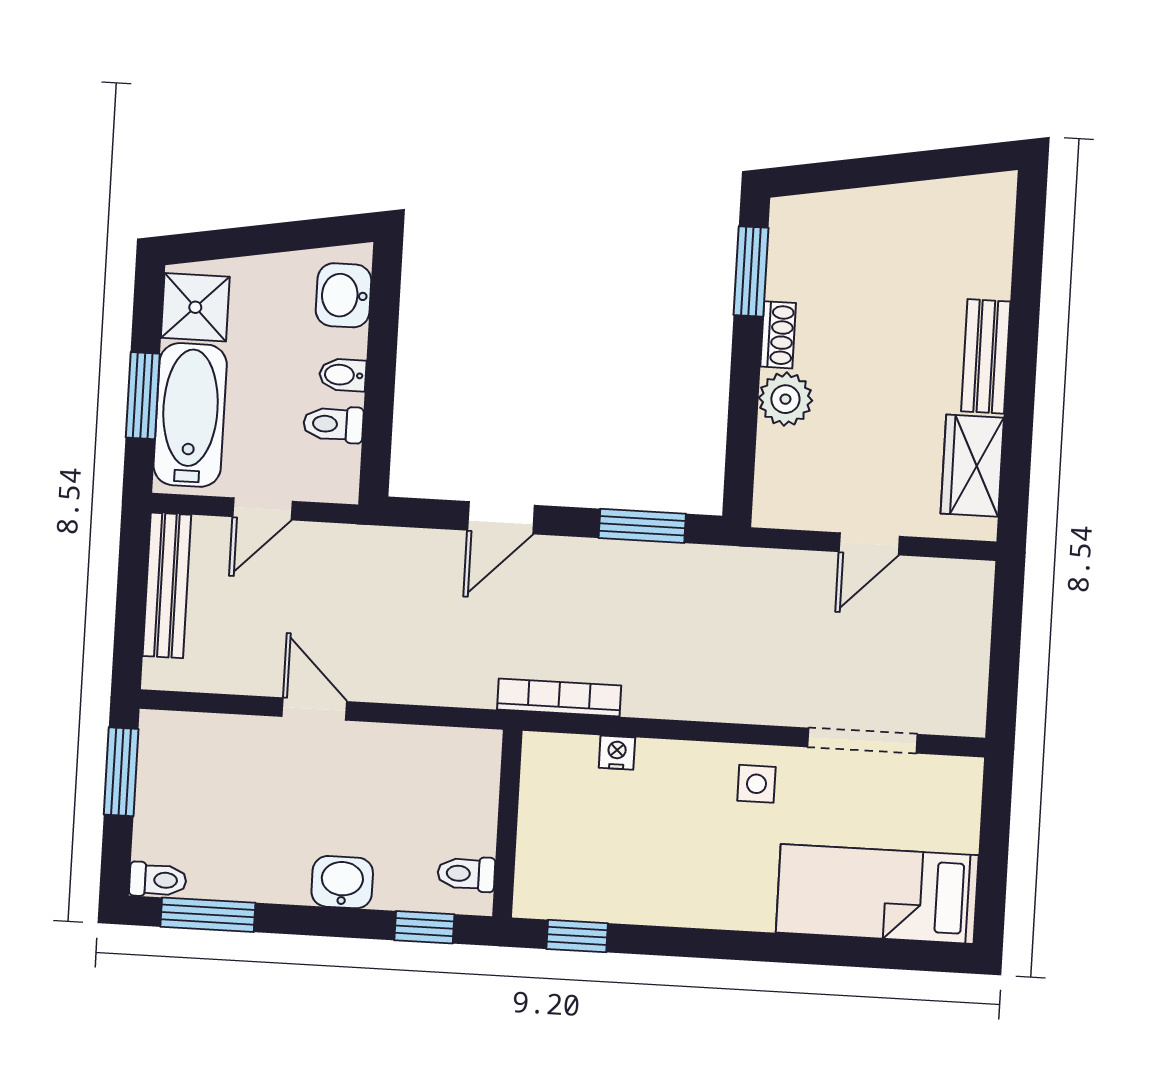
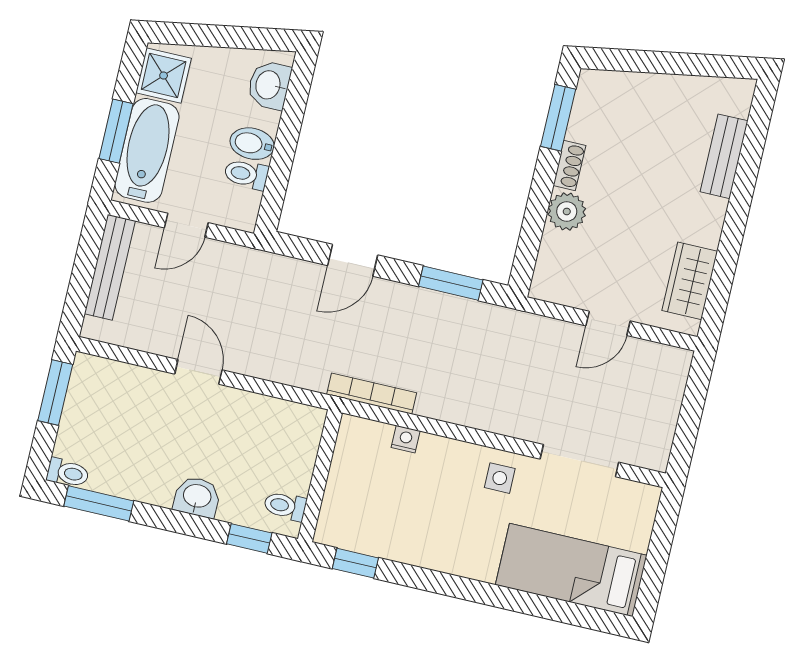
bench: (986, 356) -> (724, 156), moved
bidet: (343, 375) -> (252, 144), width x1.38, depth x1.36

